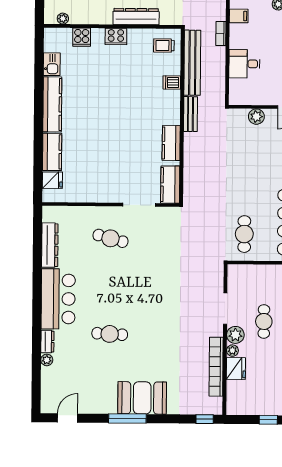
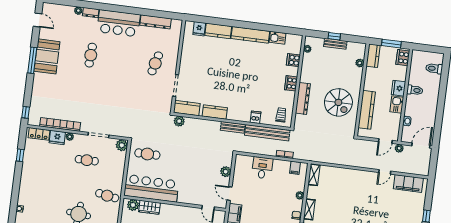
plant: (191, 193) -> (179, 121), added
plant: (235, 335) -> (122, 145), moved
locker: (234, 396) -> (39, 134), added
booth: (142, 398) -> (47, 56), moved

